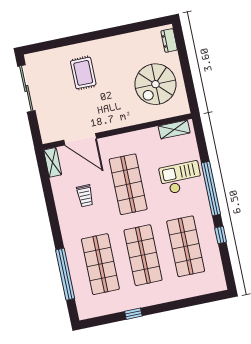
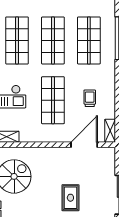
door: (80, 139) -> (84, 145), hinge flipped

